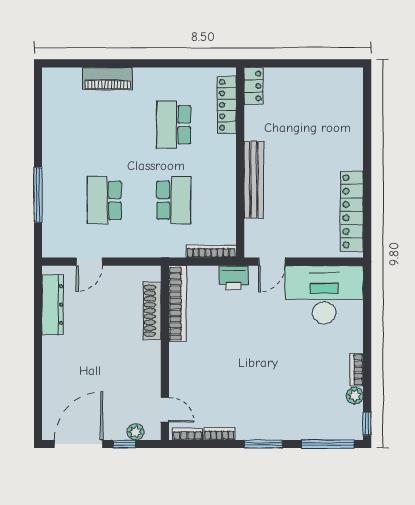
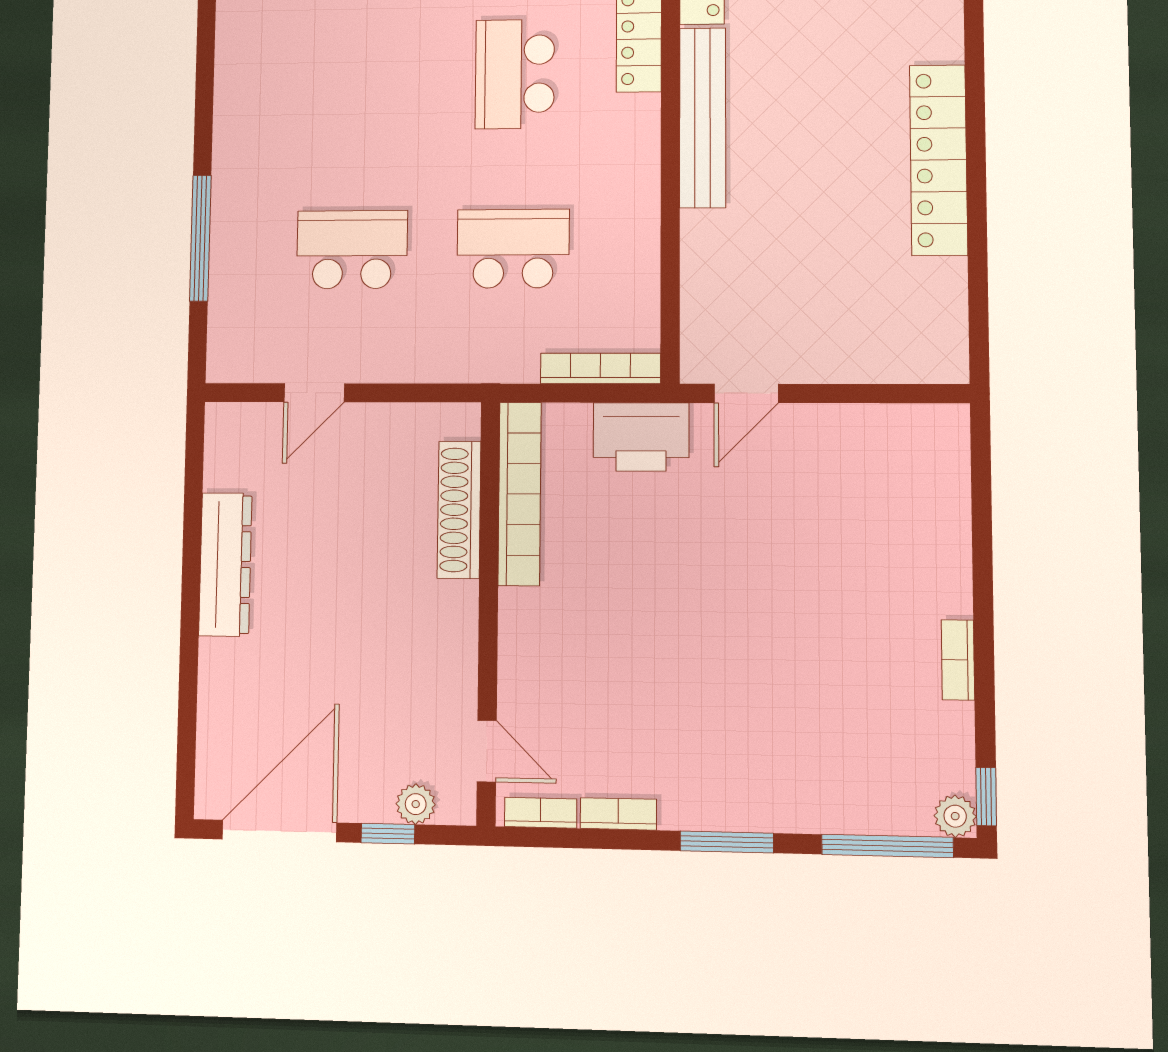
bench: (254, 180) -> (703, 118), moved
school desk: (104, 200) -> (352, 250), turned 90
school desk: (174, 200) -> (513, 249), turned -90
locker: (352, 211) -> (938, 160), moved
printer: (234, 278) -> (641, 437), width x1.37, depth x1.19
desk: (324, 295) -> (875, 474), removed
dresser: (53, 305) -> (225, 564), moved
plant: (355, 396) -> (955, 816), moved

